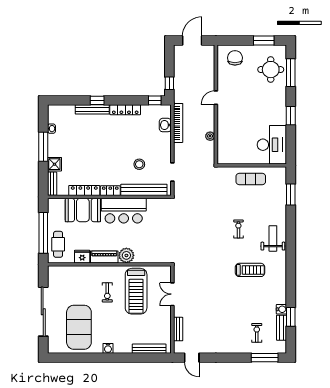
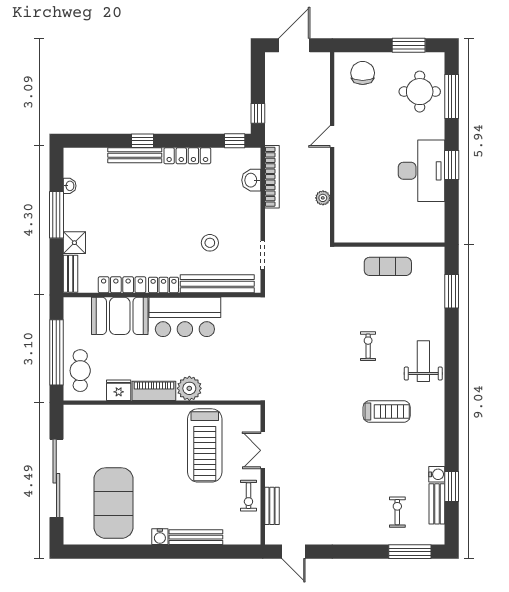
desk: (272, 145) -> (422, 171), moved
exercise bike: (107, 292) -> (248, 496), moved
bench: (149, 349) -> (196, 537), moved

